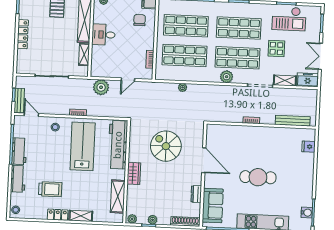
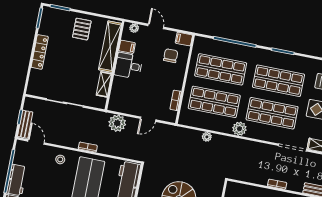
filing cabinet: (100, 18) -> (127, 47), added
plant: (227, 77) -> (239, 129), moved

